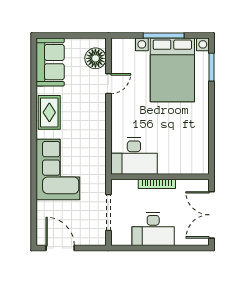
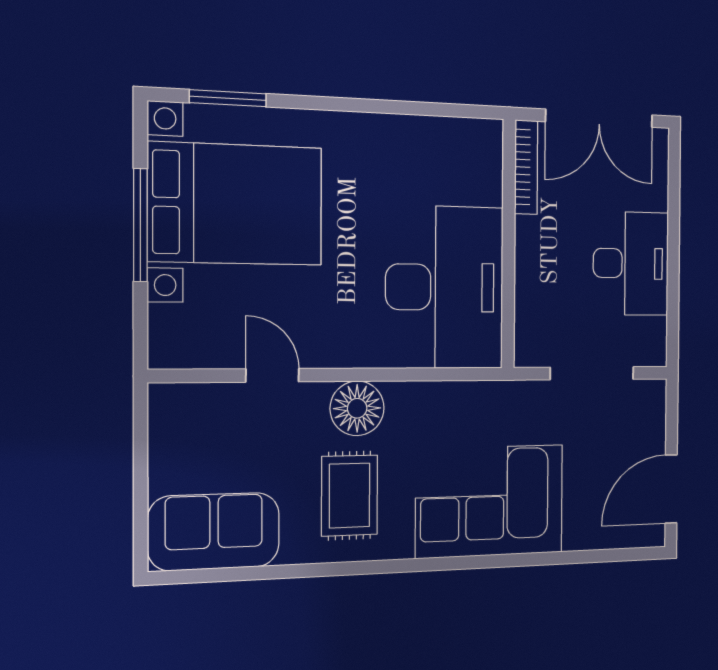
floor lamp: (95, 58) -> (357, 408), moved
rug: (49, 112) -> (350, 496), moved, turned 90
desk: (134, 156) -> (445, 287), width x1.36, depth x1.30
bookcase: (157, 184) -> (526, 167), moved

